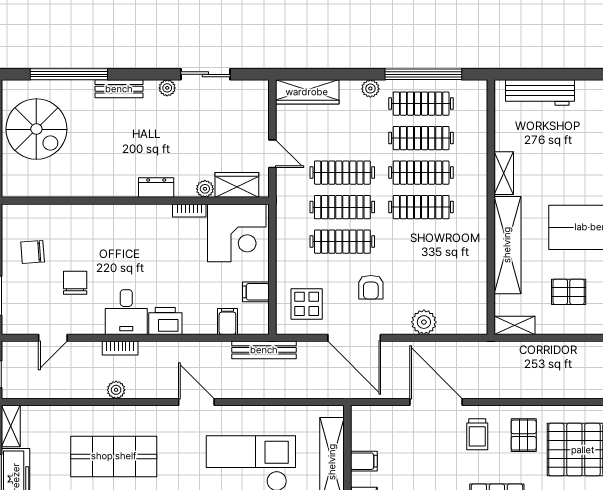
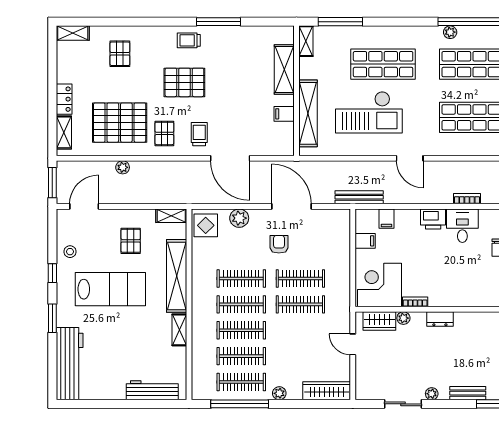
clothes rail: (342, 173) -> (241, 278), moved
pallet: (569, 292) -> (131, 241), turned 90
display table: (307, 304) -> (206, 225), moved
plant: (116, 390) -> (123, 167), moved

